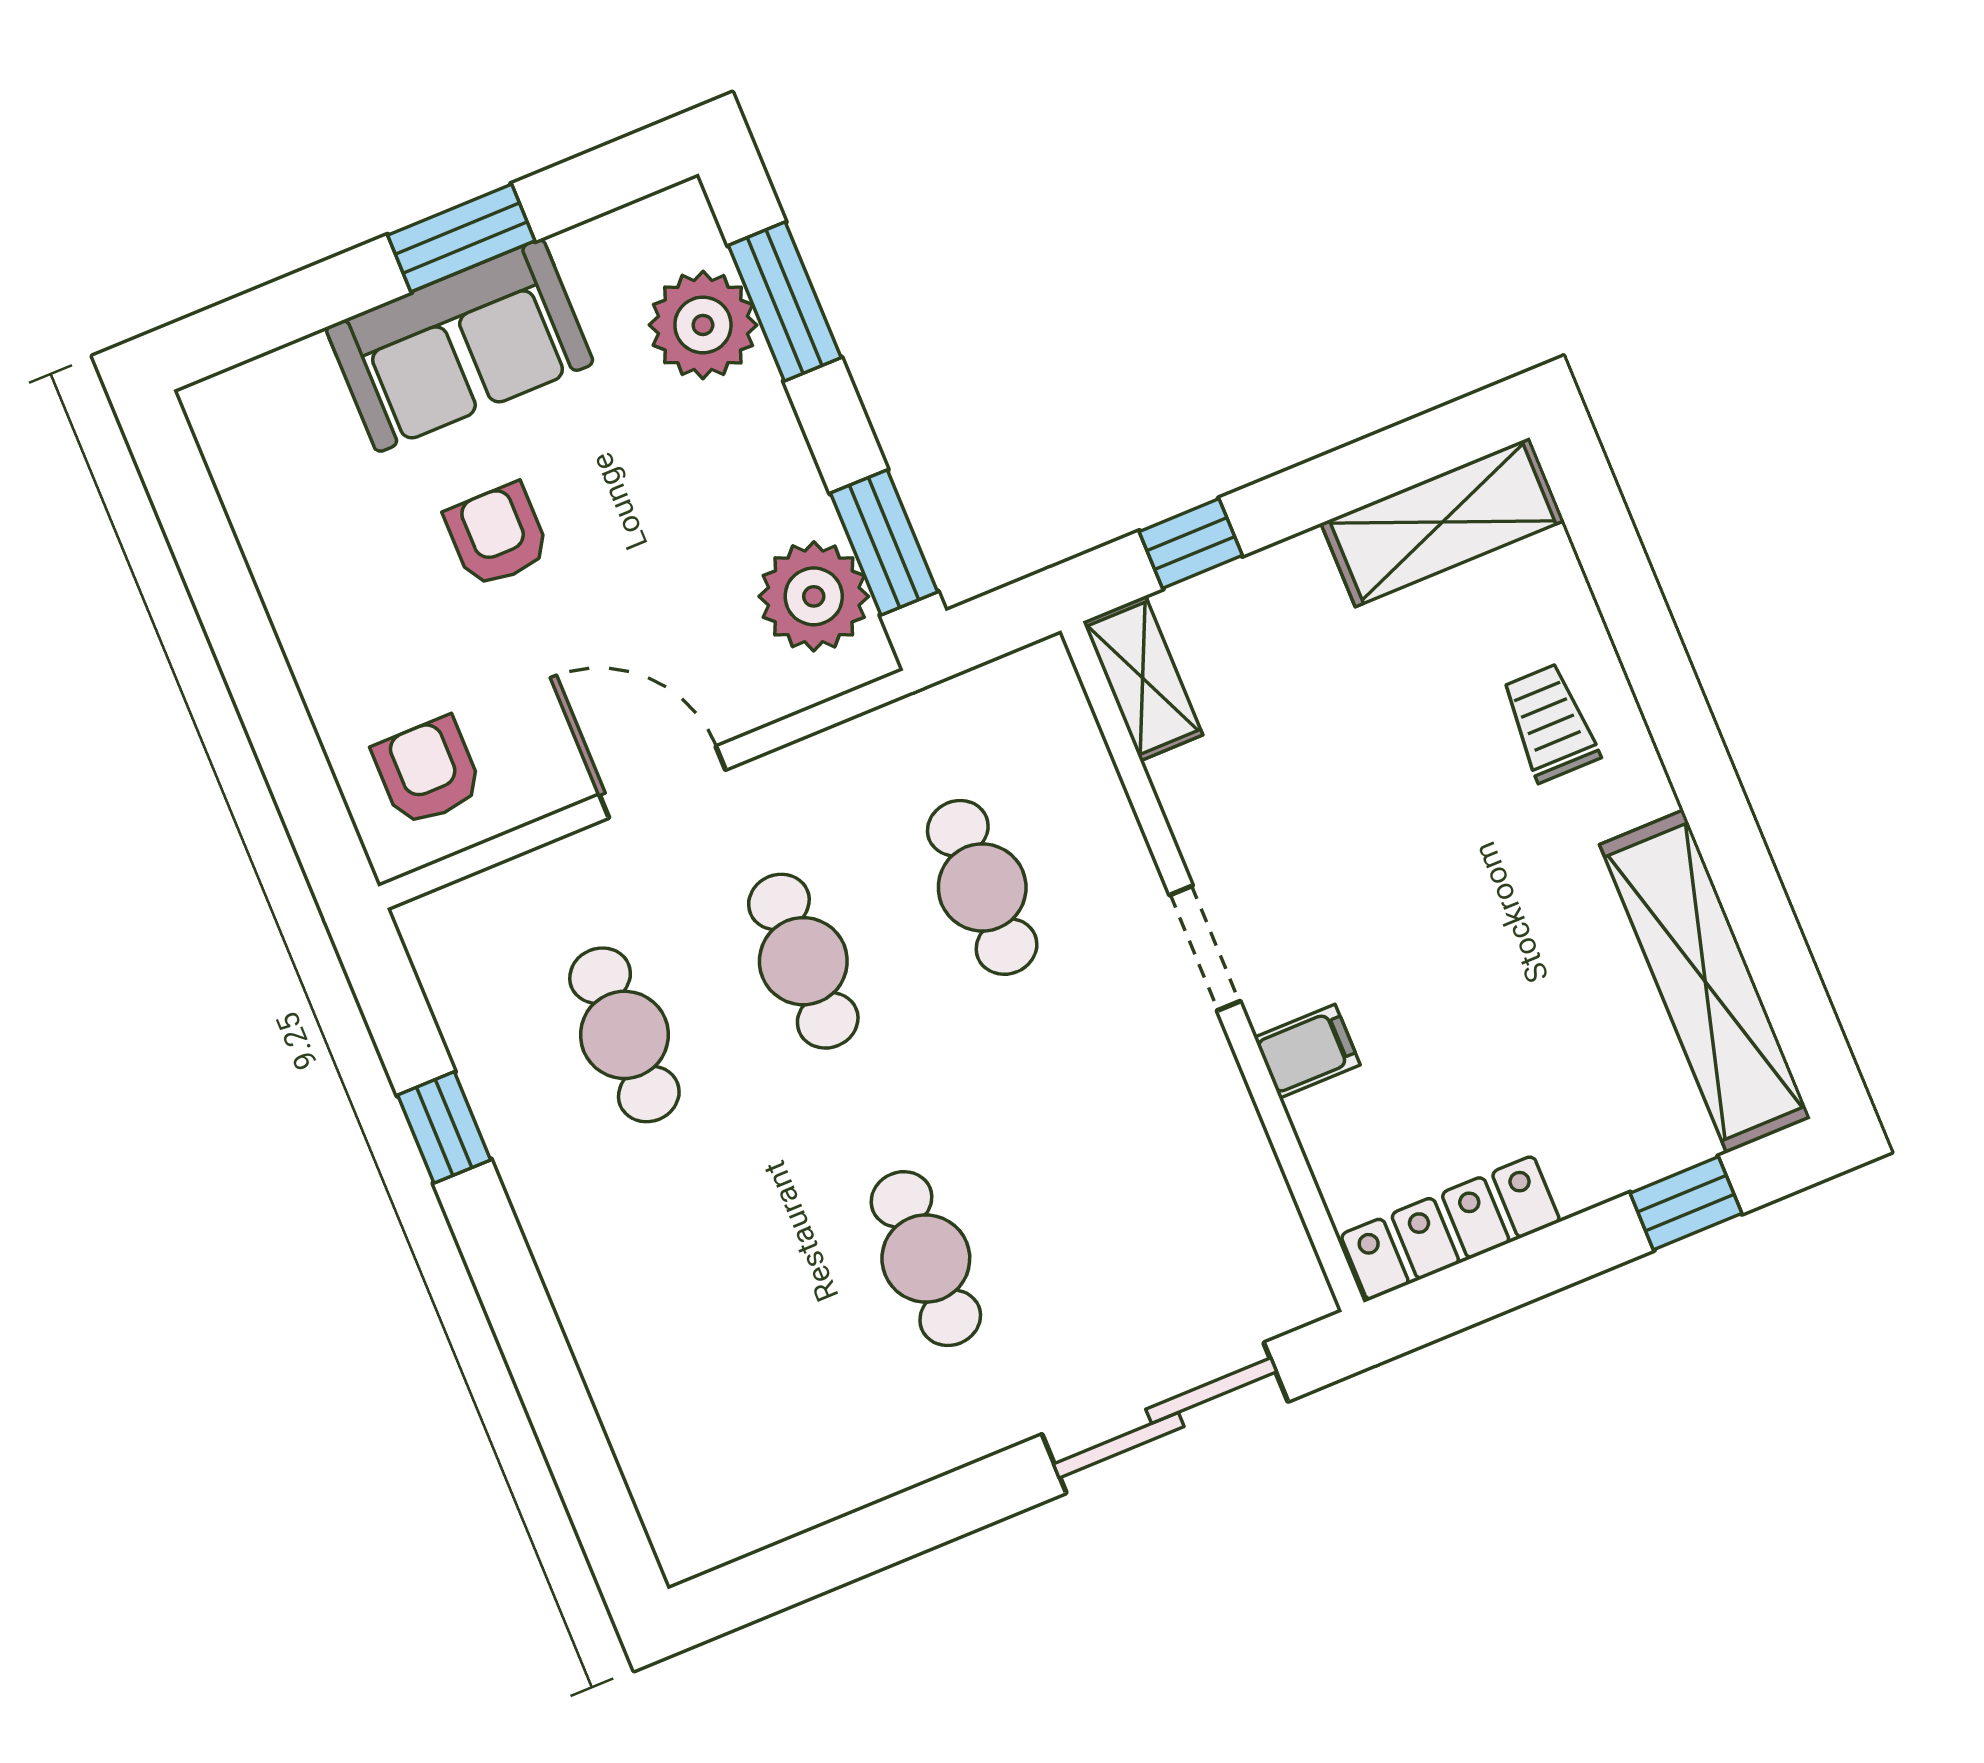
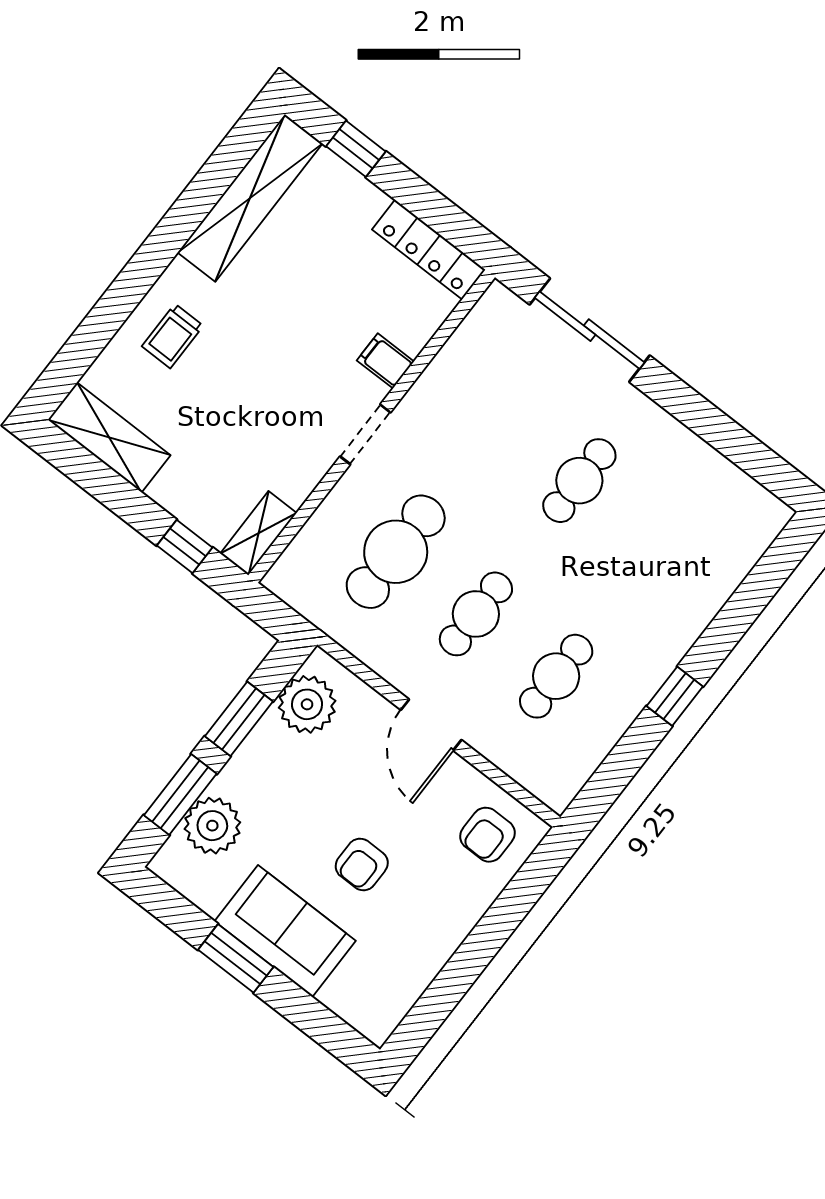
window: (884, 542) -> (239, 719), moved
cafe table: (982, 887) -> (396, 552), width x1.37, depth x1.35
window: (444, 1127) -> (675, 696), moved

